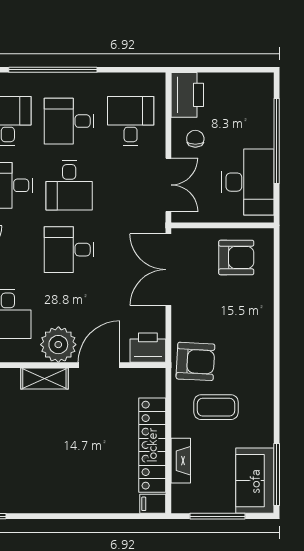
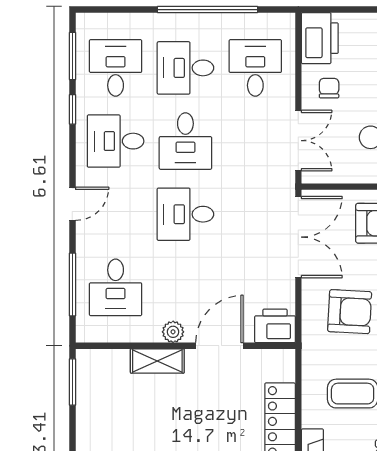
window: (53, 70) -> (208, 10), moved
double door: (168, 270) -> (298, 237), swing flipped
plant: (58, 345) -> (173, 332), width x0.53, depth x0.53
armchair: (195, 361) -> (350, 312), moved

